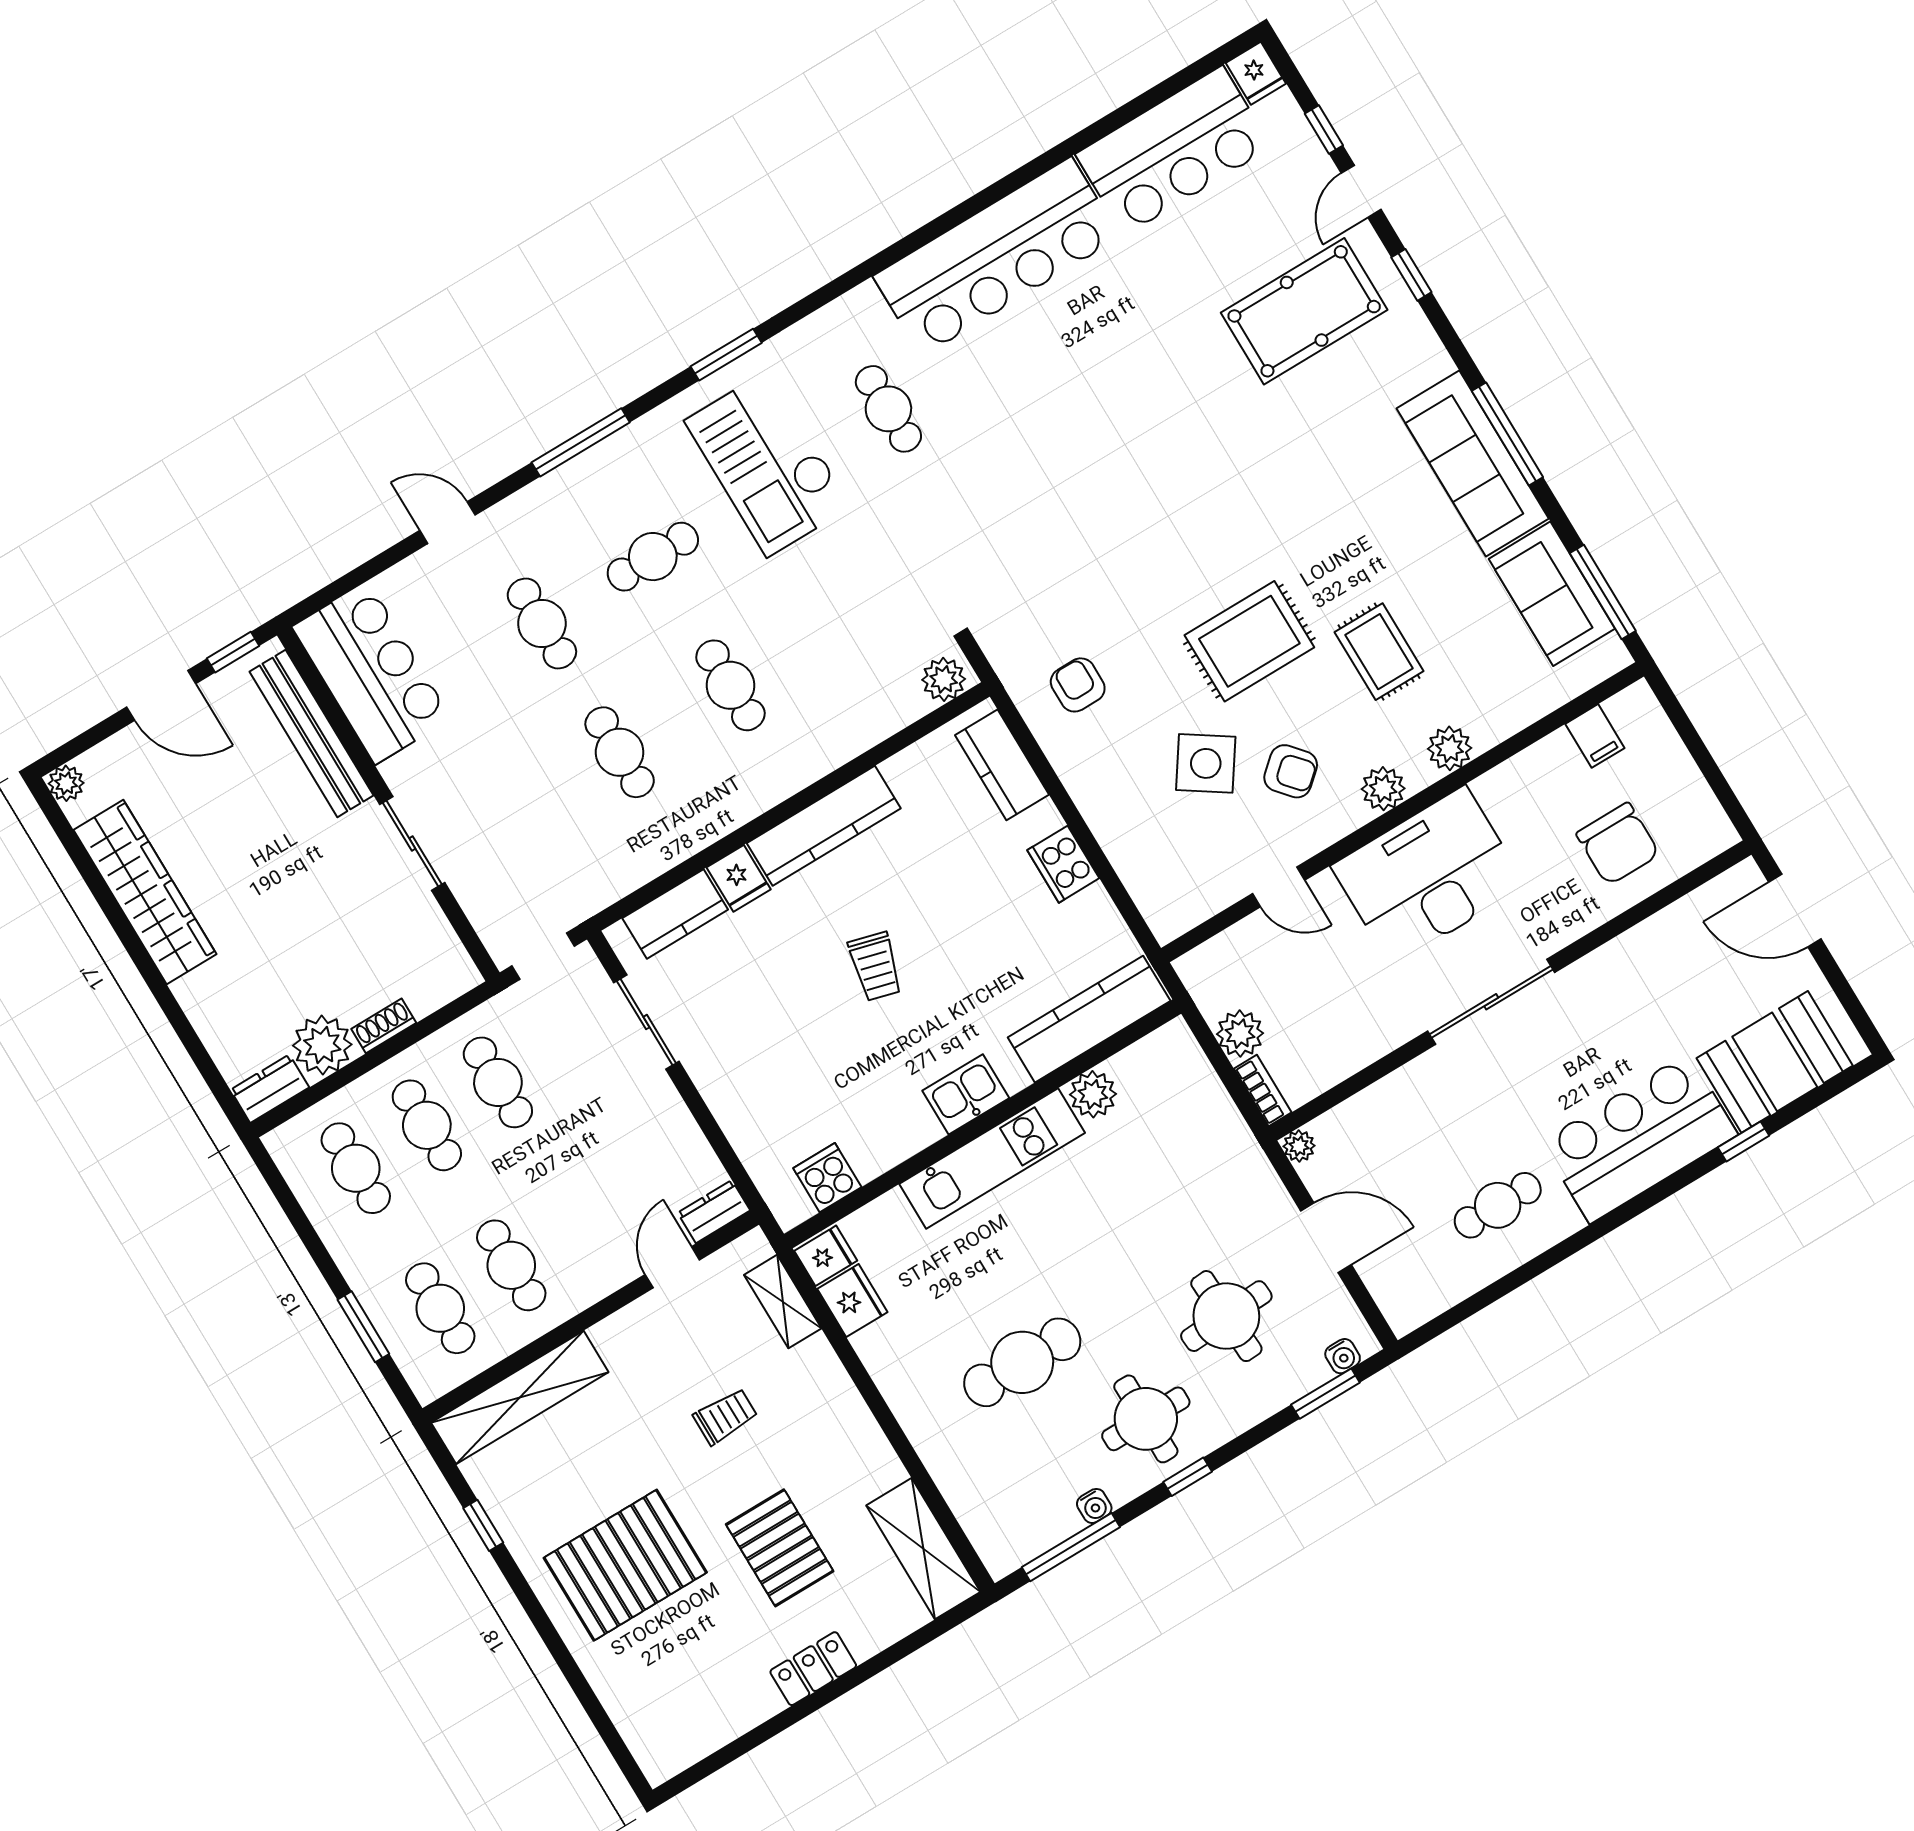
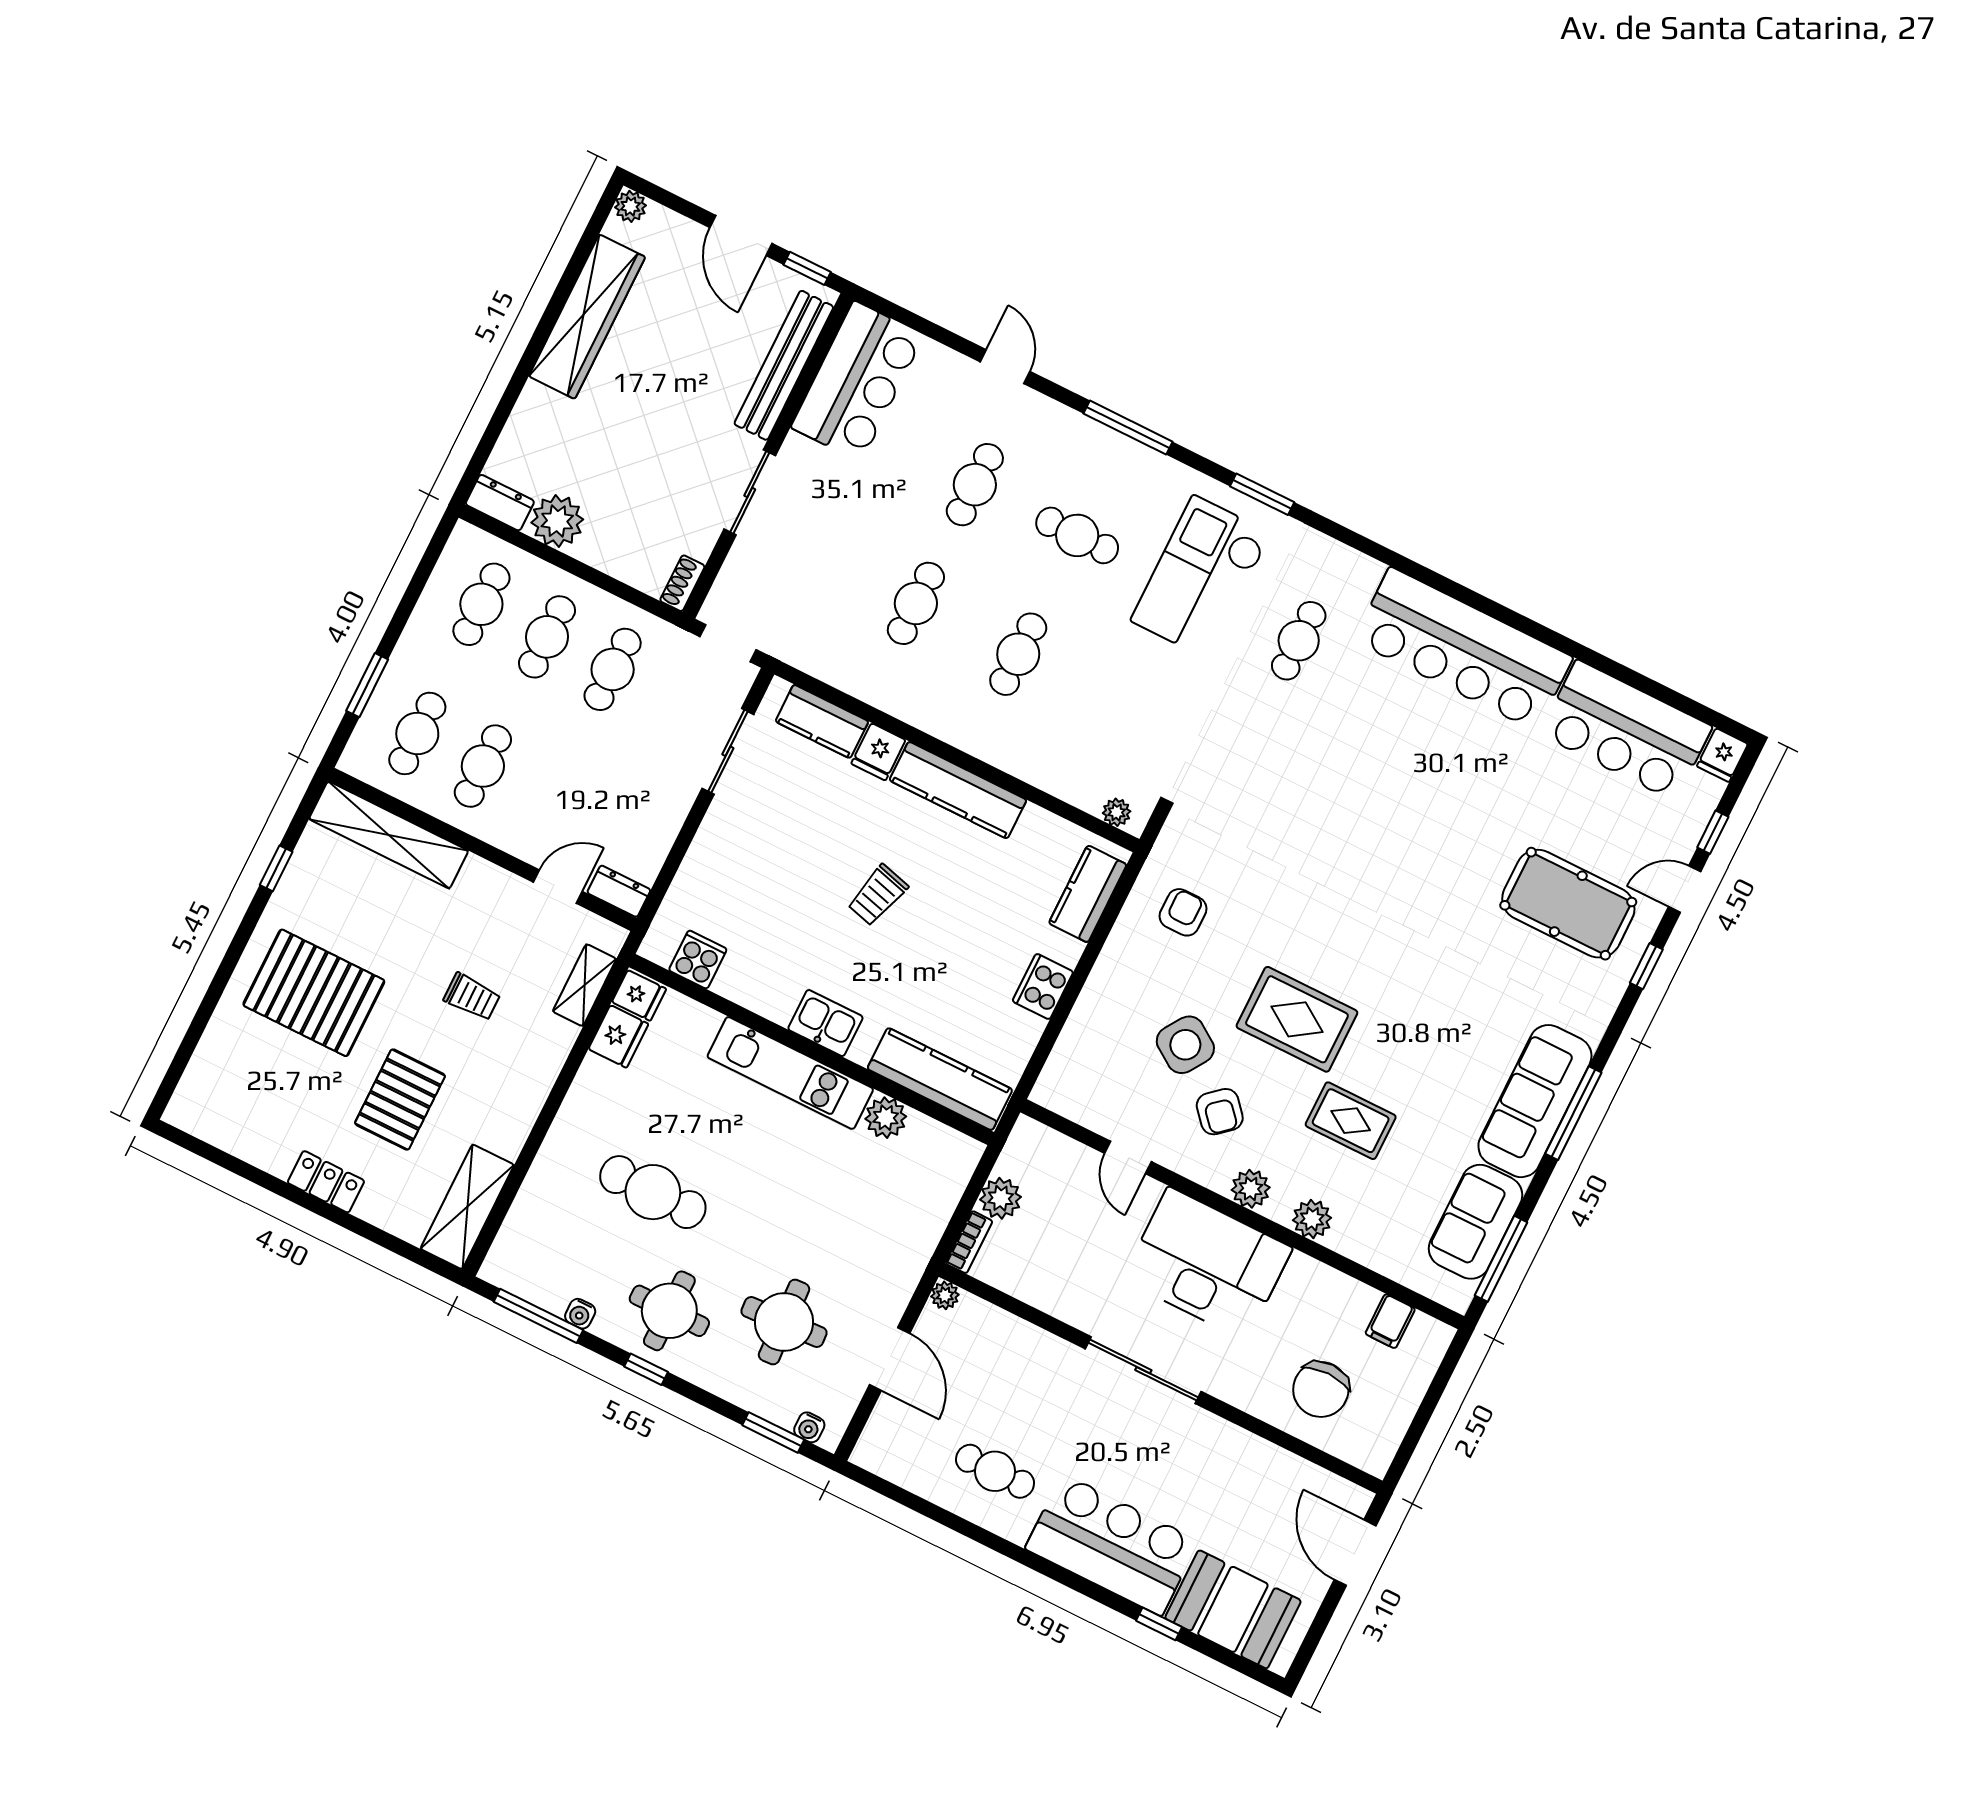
rug: (1379, 652) -> (1351, 1121), turned 90
plant: (944, 679) -> (1117, 812), width x0.73, depth x0.73
shoe rack: (384, 1026) -> (682, 583), moved, turned -90

